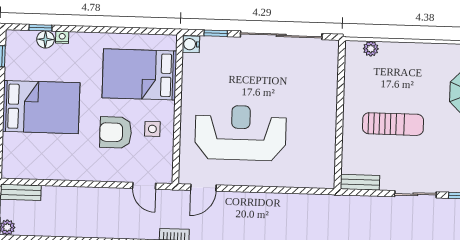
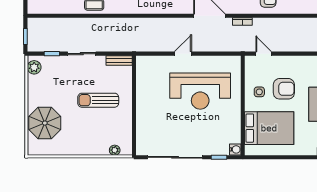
door: (203, 188) -> (183, 54), moved

